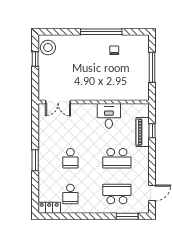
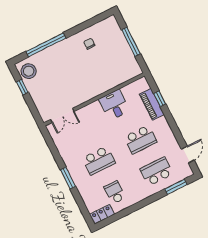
window: (101, 32) -> (46, 45), moved
school desk: (70, 158) -> (99, 160), width x1.85
school desk: (70, 194) -> (115, 192), turned 180

